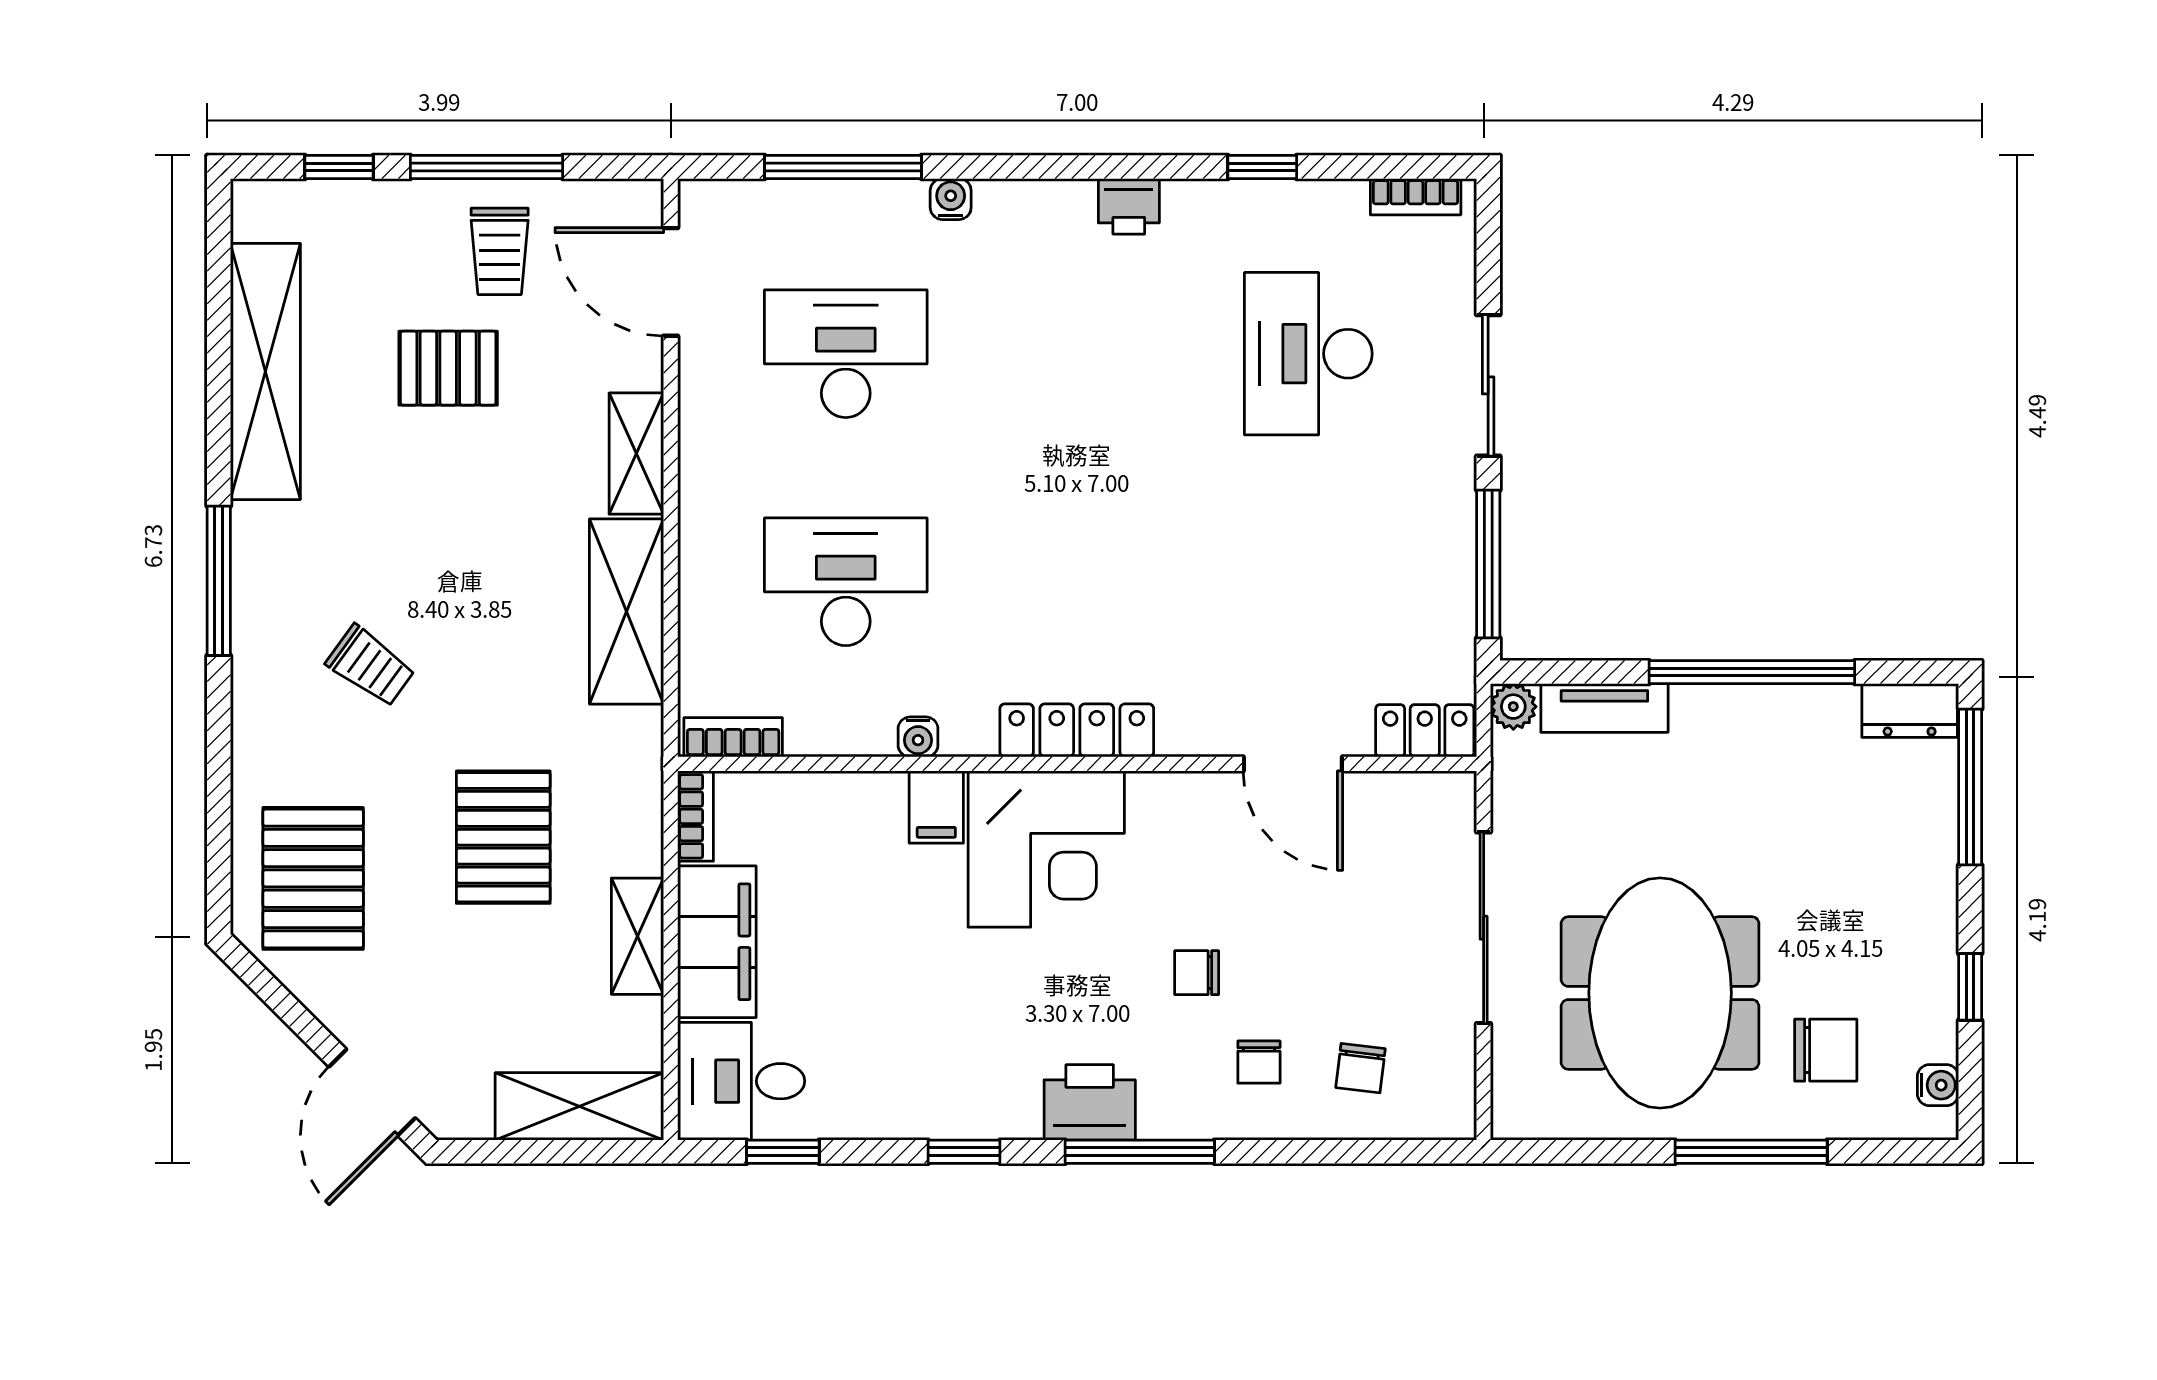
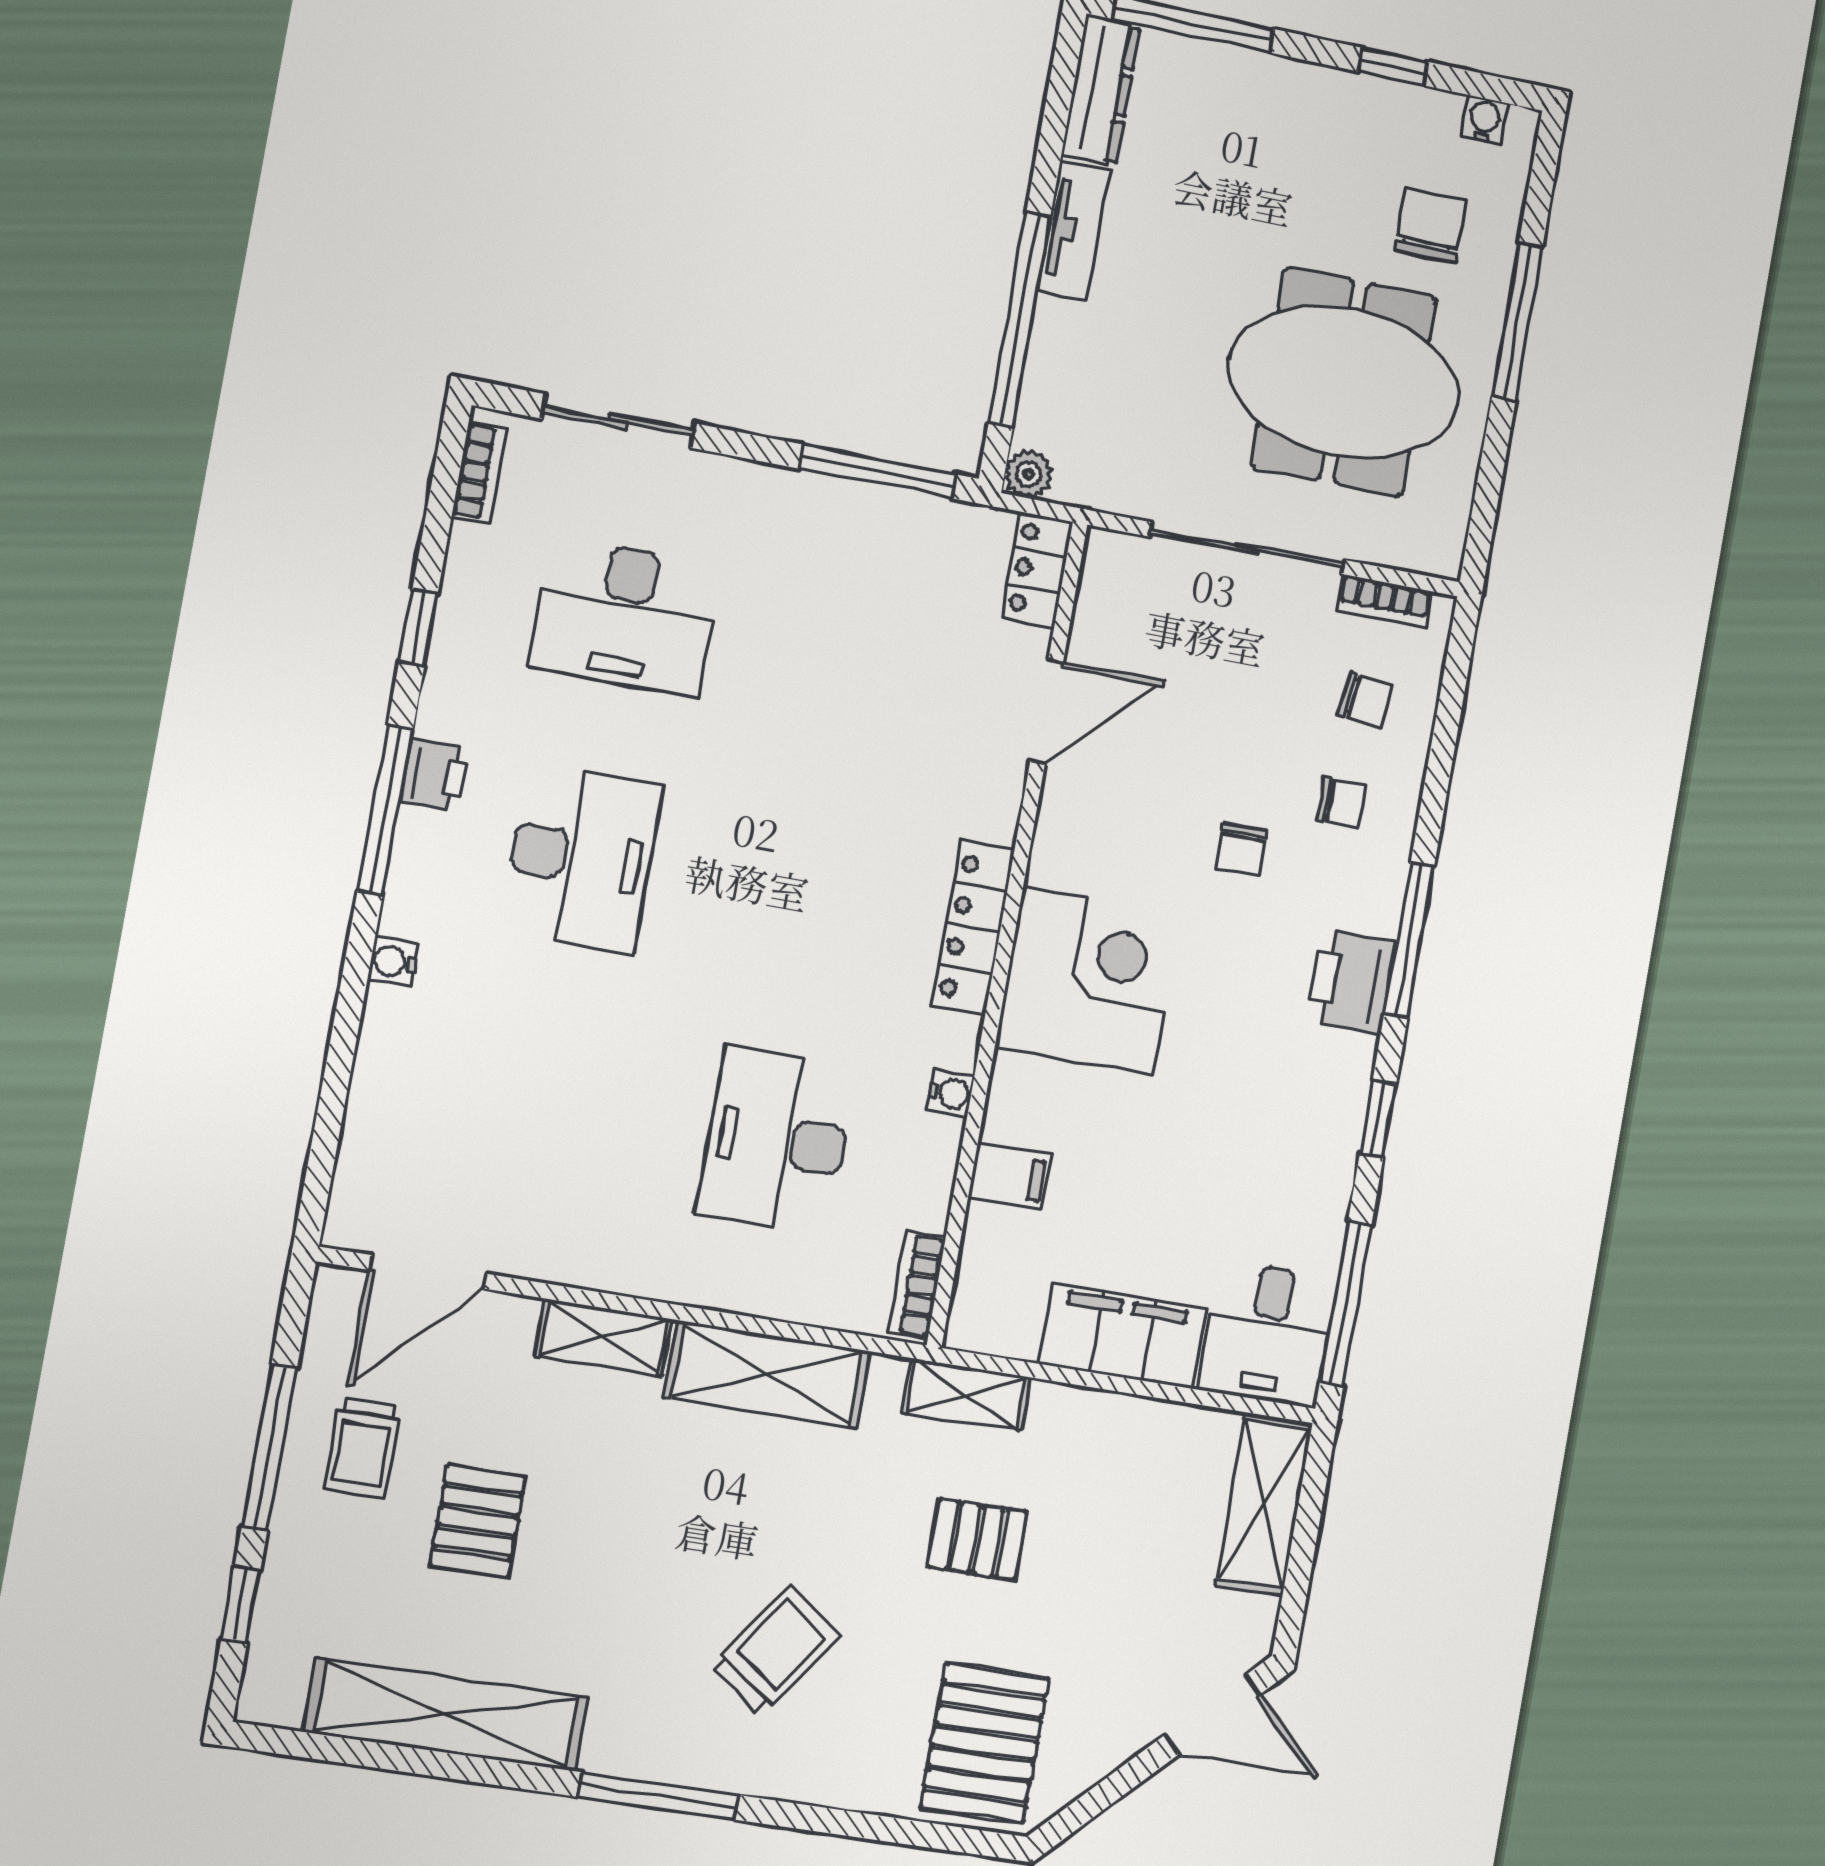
window: (843, 167) -> (385, 810), moved
trolley: (500, 251) -> (363, 1447), turned 90
desk: (846, 354) -> (581, 858), moved, turned 180
sliding door: (1488, 385) -> (618, 421), moved
trolley: (370, 666) -> (776, 1650), width x1.36, depth x1.39
window: (1752, 672) -> (1020, 319), moved
tv unit: (1604, 708) -> (1073, 230), moved
dresser: (1910, 711) -> (1101, 91), width x1.44
filing cabinet: (936, 807) -> (1010, 1176), moved
bookcase: (696, 816) -> (1384, 601), moved, turned 180
pallet: (503, 837) -> (977, 1539), width x0.67, depth x0.71
pallet: (313, 878) -> (985, 1743), turned 90
shelving: (637, 936) -> (966, 1395), moved
window: (783, 1152) -> (1346, 1303), width x2.17

